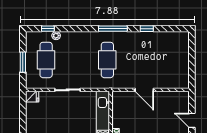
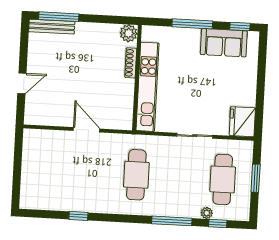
window: (113, 29) -> (172, 221), moved
fridge: (32, 97) -> (242, 122), width x1.88, depth x1.34
door: (192, 120) -> (22, 83), hinge flipped

